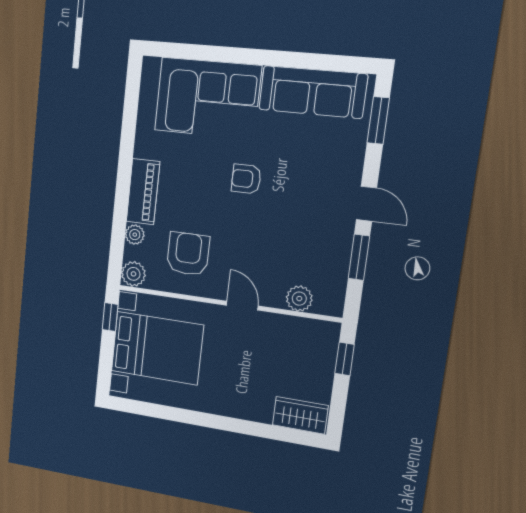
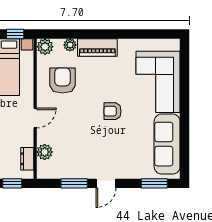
armchair: (246, 179) -> (112, 111), turned -90
armchair: (188, 254) -> (62, 80), turned -90
dresser: (307, 328) -> (27, 159), added

